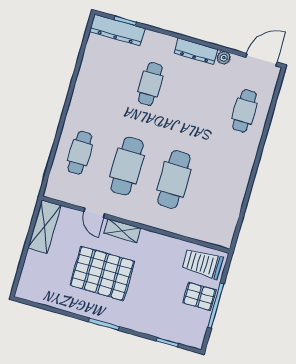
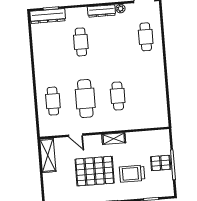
cafe table: (174, 180) -> (118, 96), width x0.73, depth x0.74
shelving: (122, 231) -> (114, 139), moved
trolley: (202, 264) -> (132, 174), moved

